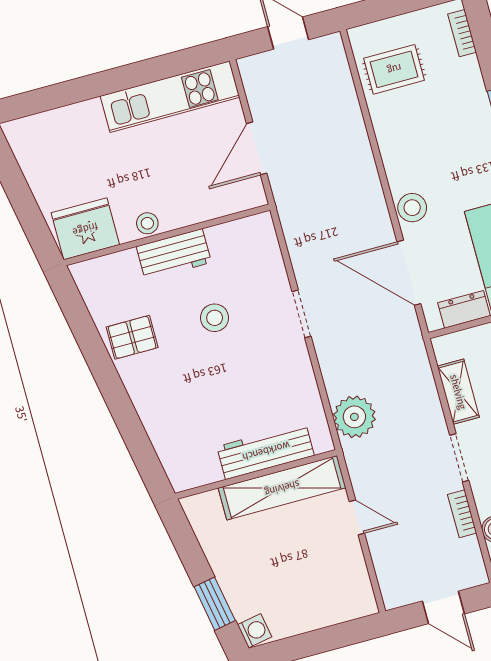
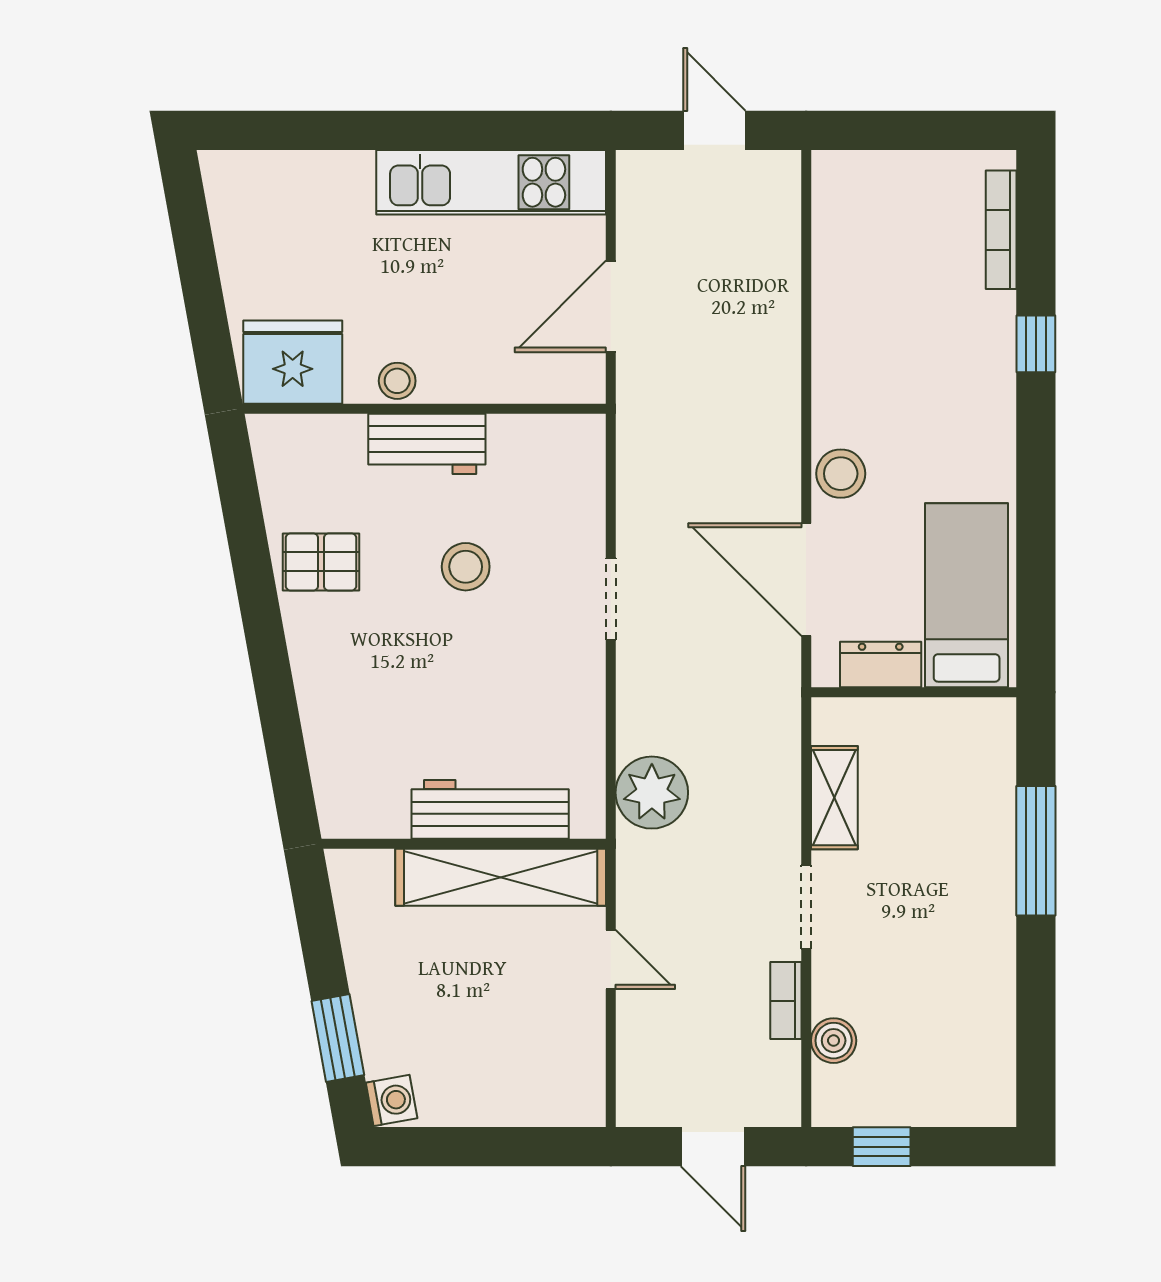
bookcase: (462, 33) -> (1001, 230), width x1.56
rug: (394, 69) -> (873, 238), removed

